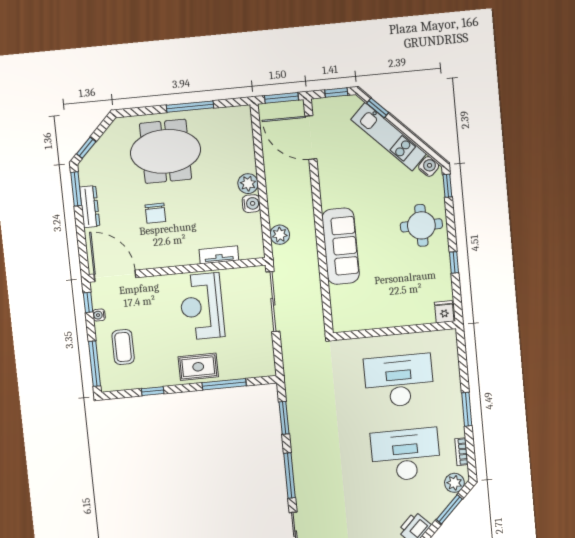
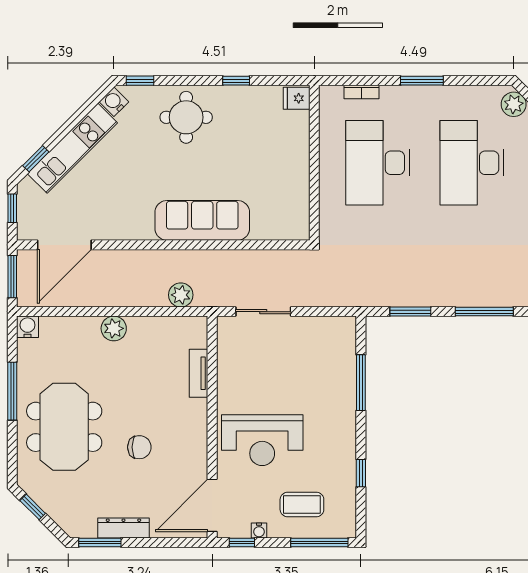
window: (86, 148) -> (33, 507), moved
water cooler: (251, 204) -> (27, 327), moved
sliding door: (273, 302) -> (263, 312), width x0.73
reception desk: (202, 306) -> (262, 440), moved
rug: (198, 367) -> (336, 413), removed
bookcase: (461, 452) -> (362, 92), moved

